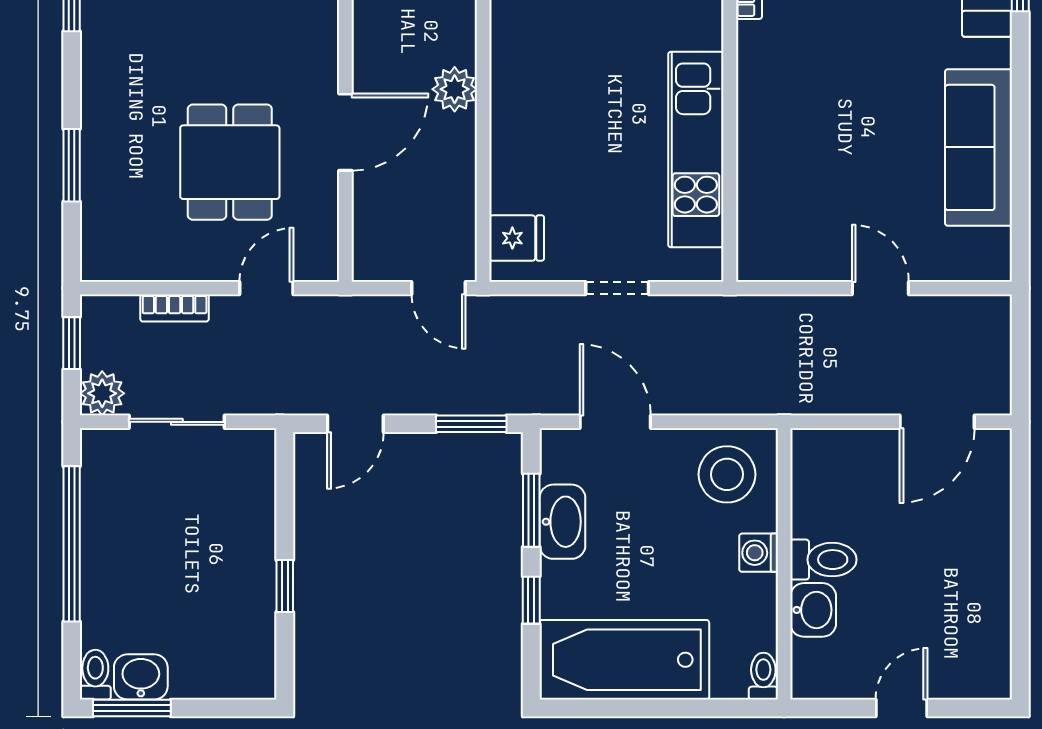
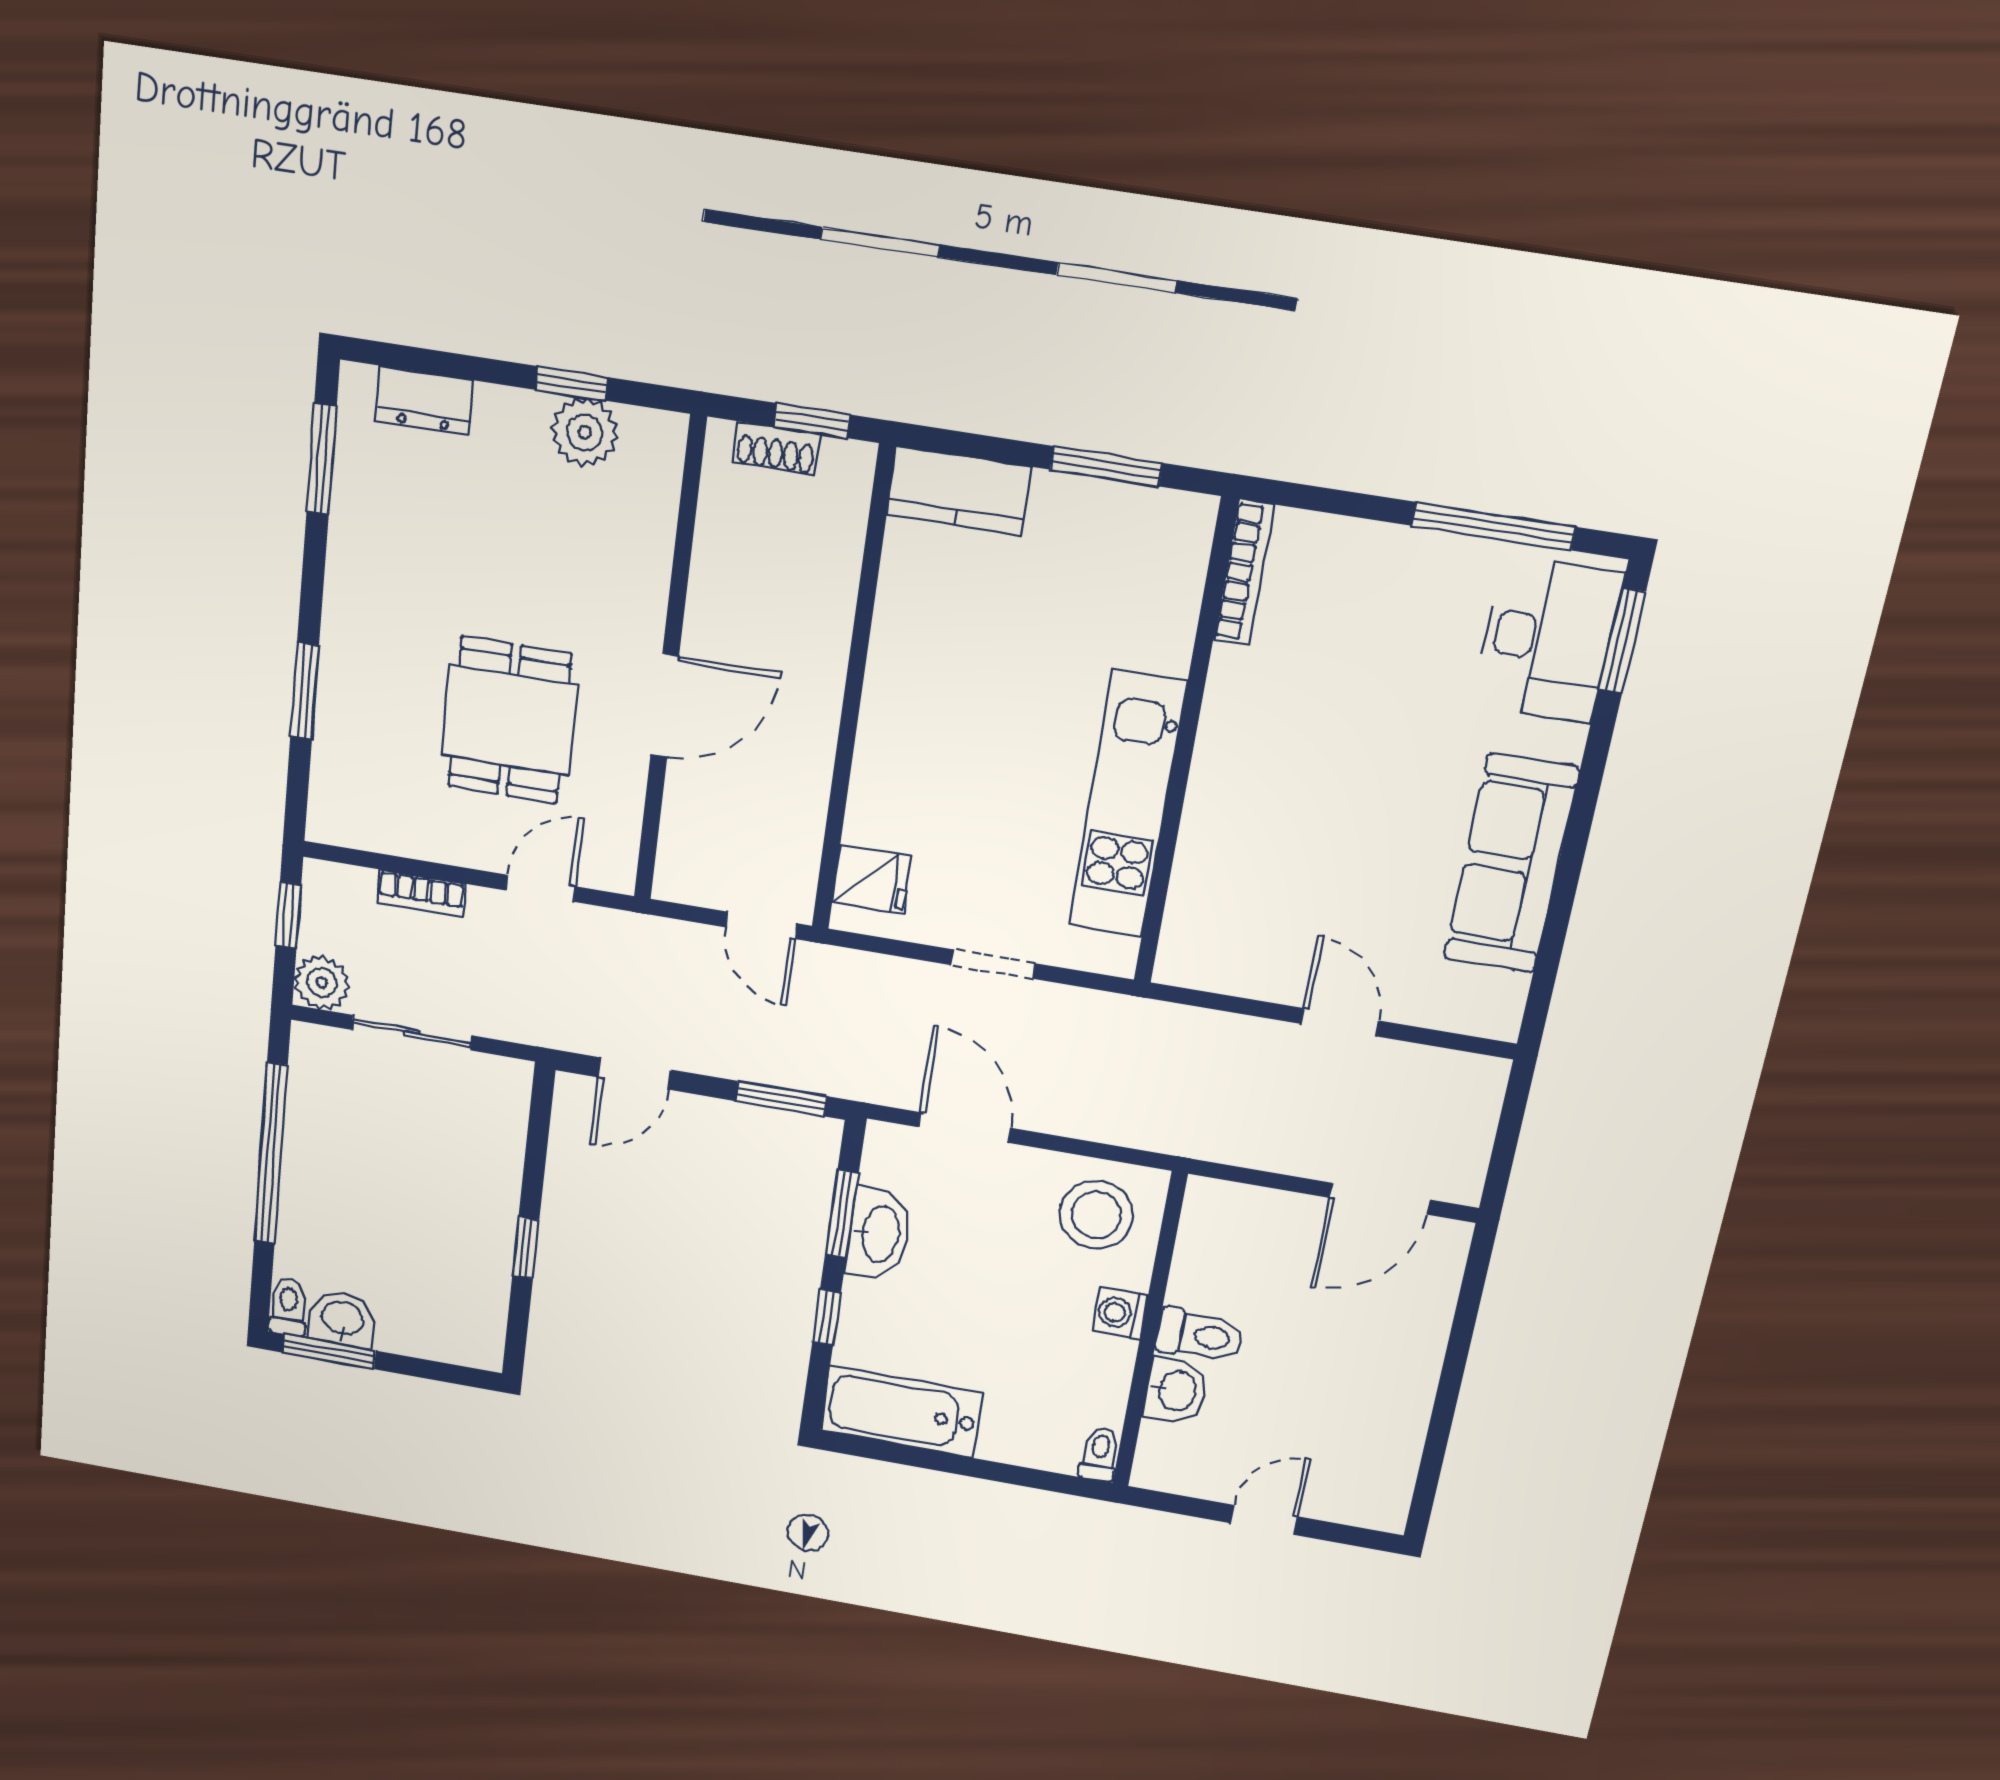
plant: (455, 89) -> (817, 672), removed
bathtub: (624, 660) -> (901, 1412), width x0.73, depth x0.73

